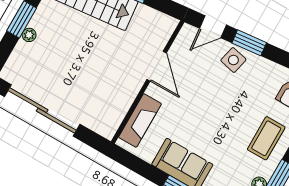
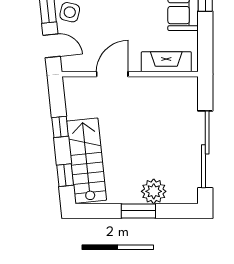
plant: (29, 35) -> (154, 191), width x1.87, depth x1.87

